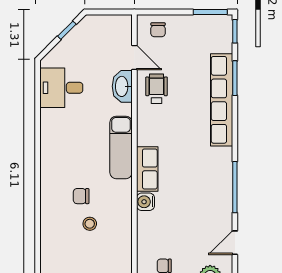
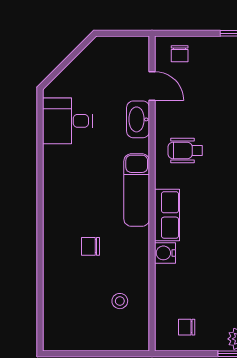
window: (67, 30) -> (74, 54), removed
wheelchair: (157, 89) -> (185, 150), moved, turned -90
stool: (90, 224) -> (120, 301), moved

